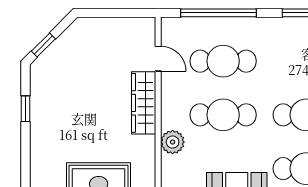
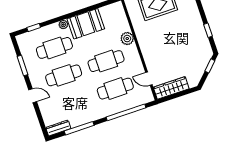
wardrobe: (144, 103) -> (171, 88), moved, turned -90

